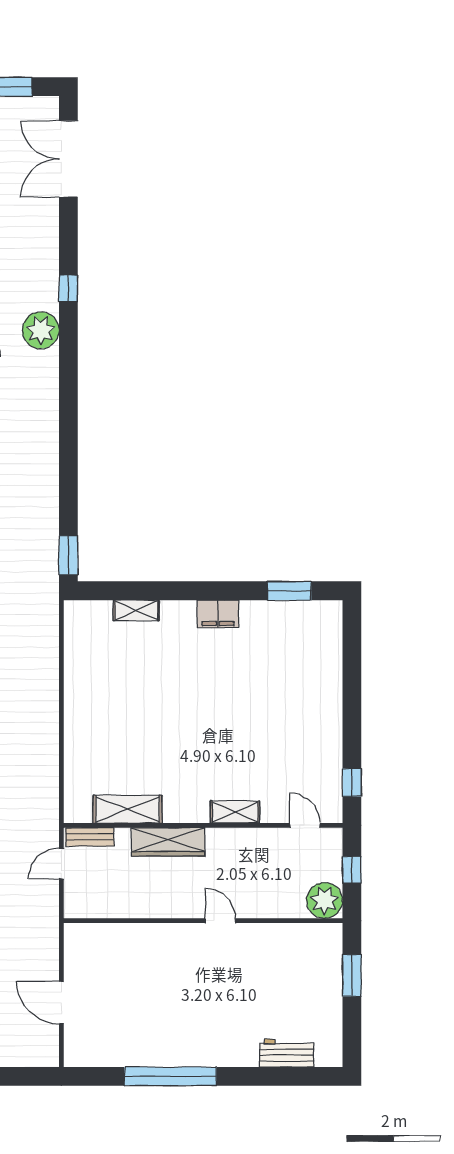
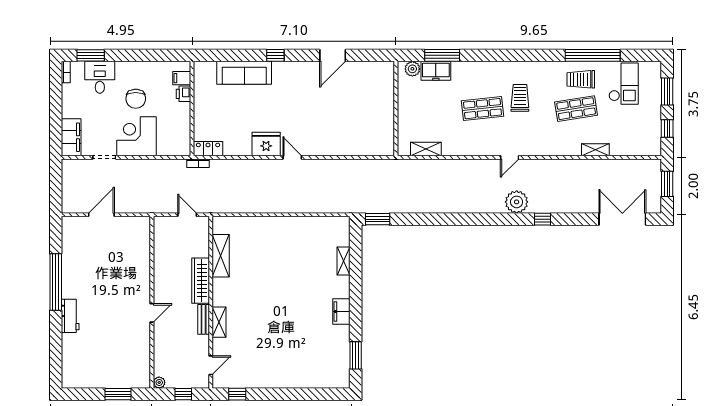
bench: (90, 837) -> (204, 319), moved
plant: (325, 900) -> (159, 382), width x0.53, depth x0.53
workbench: (287, 1053) -> (70, 316), moved

